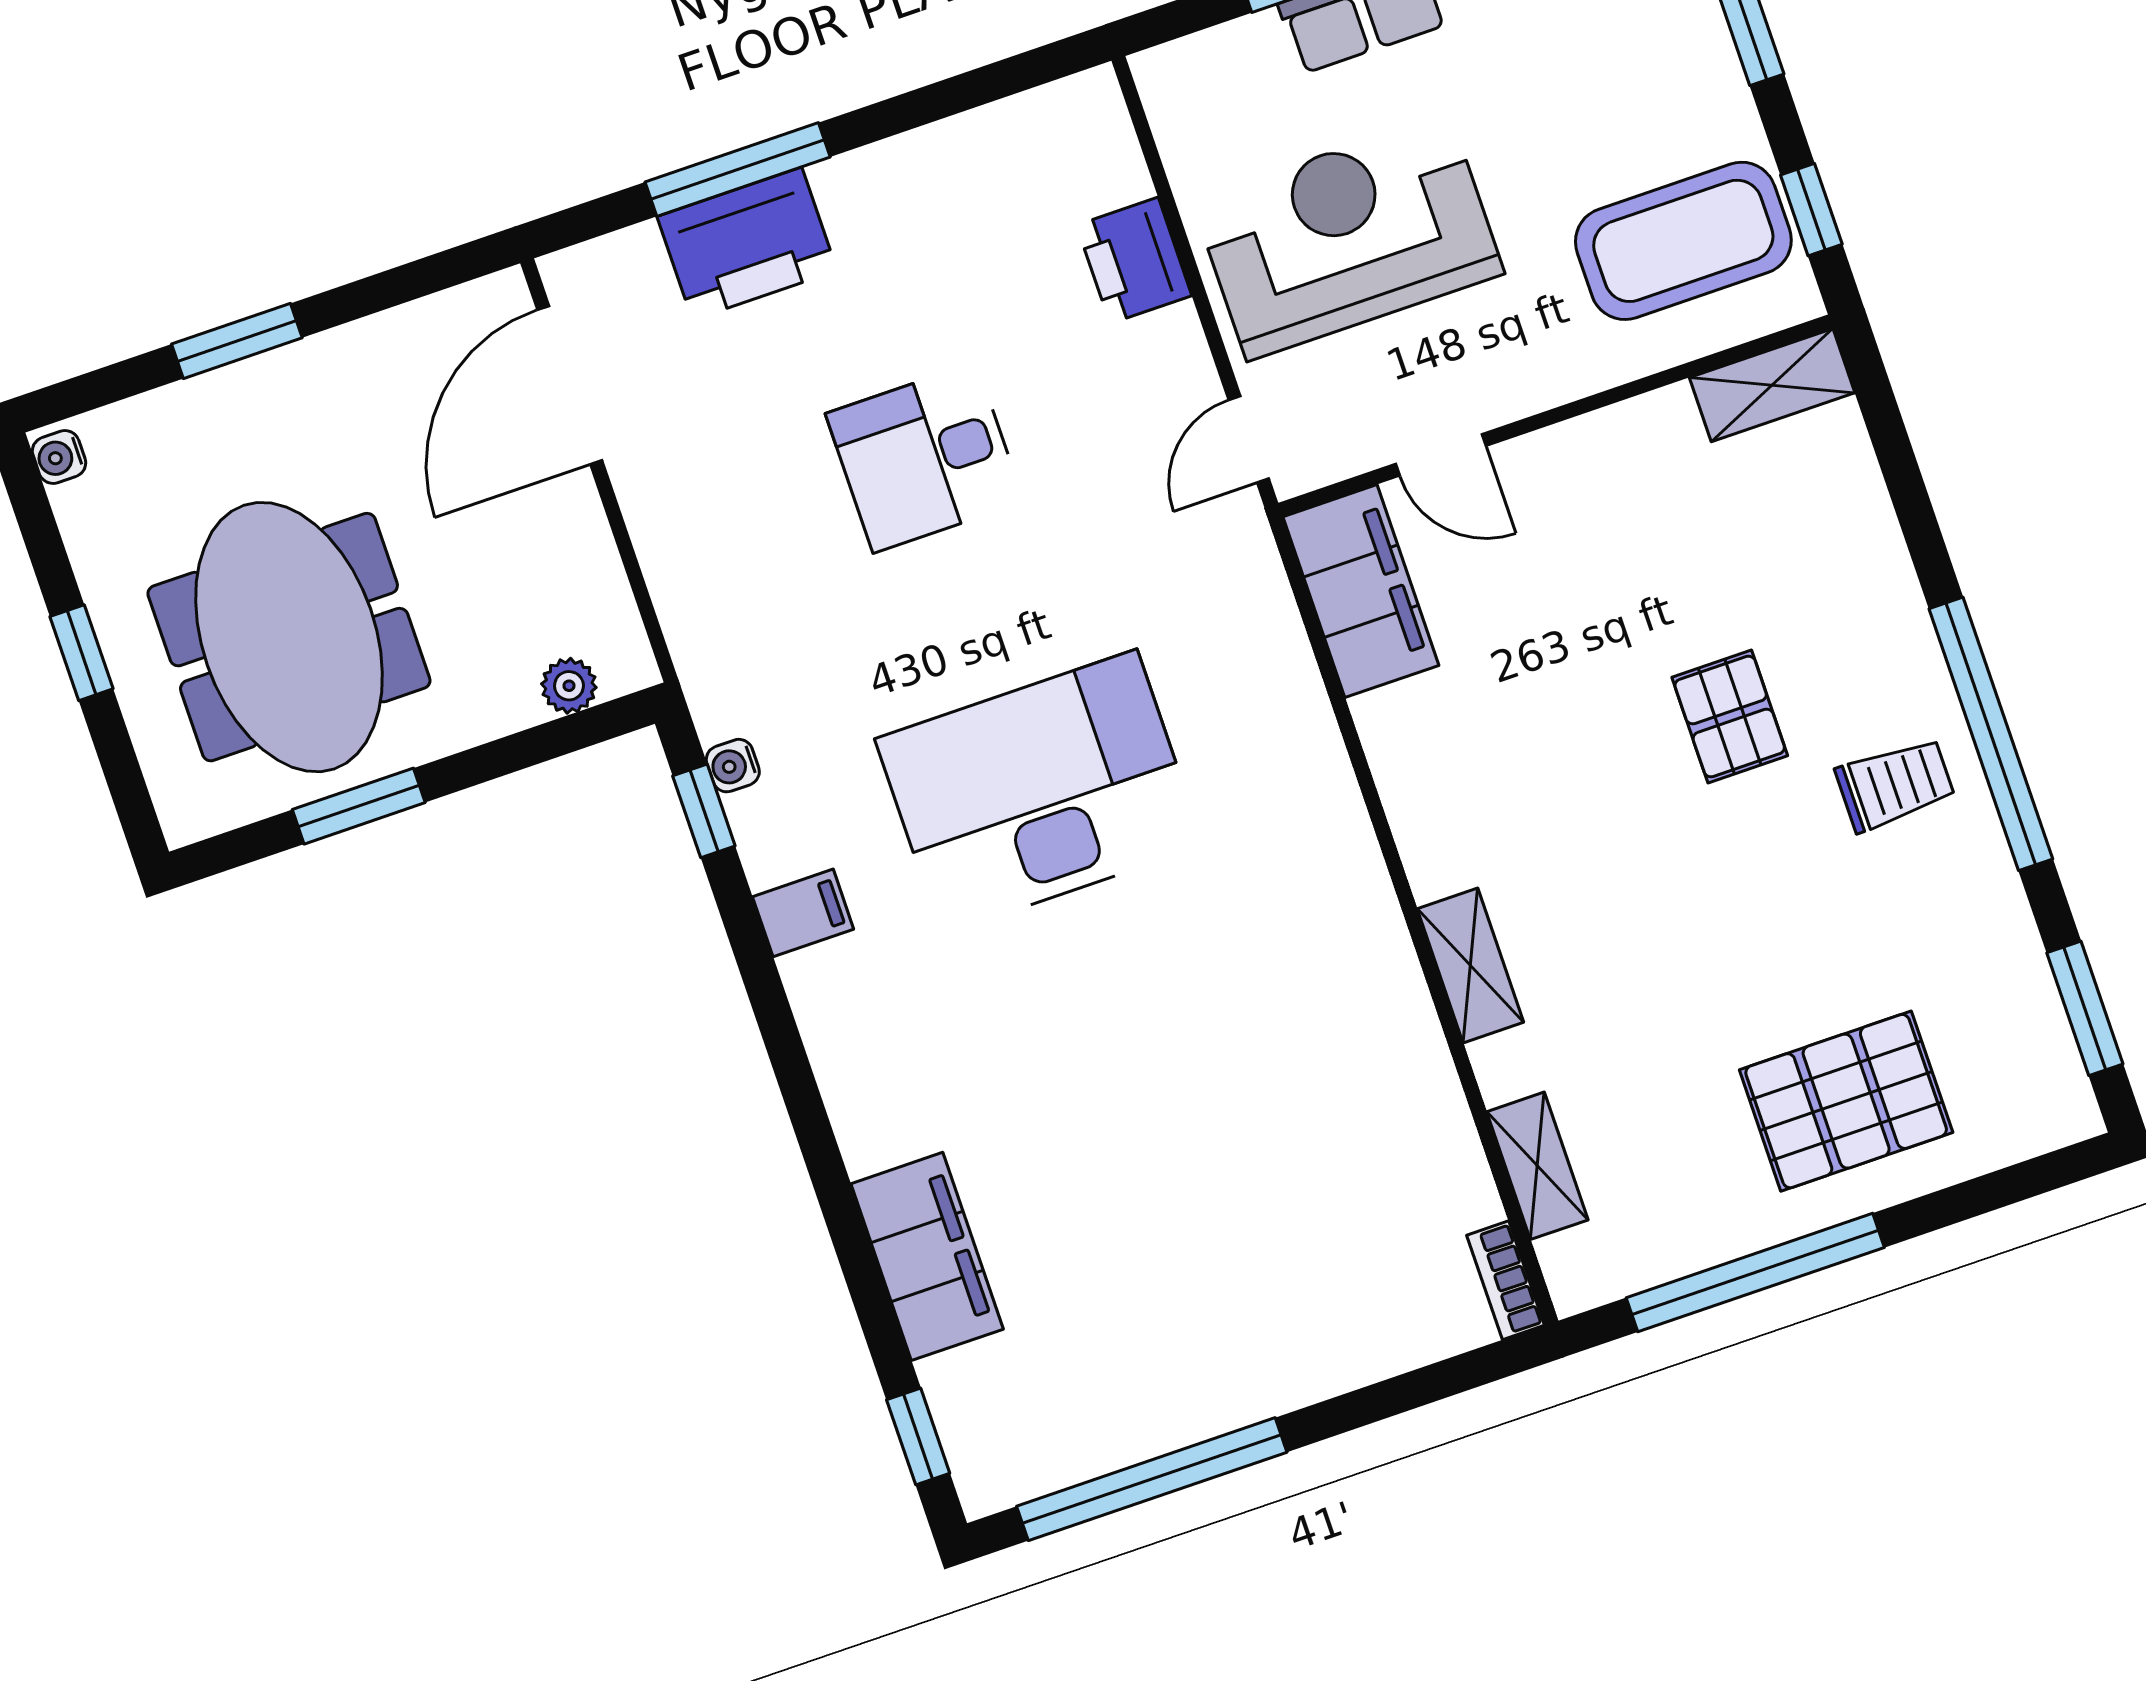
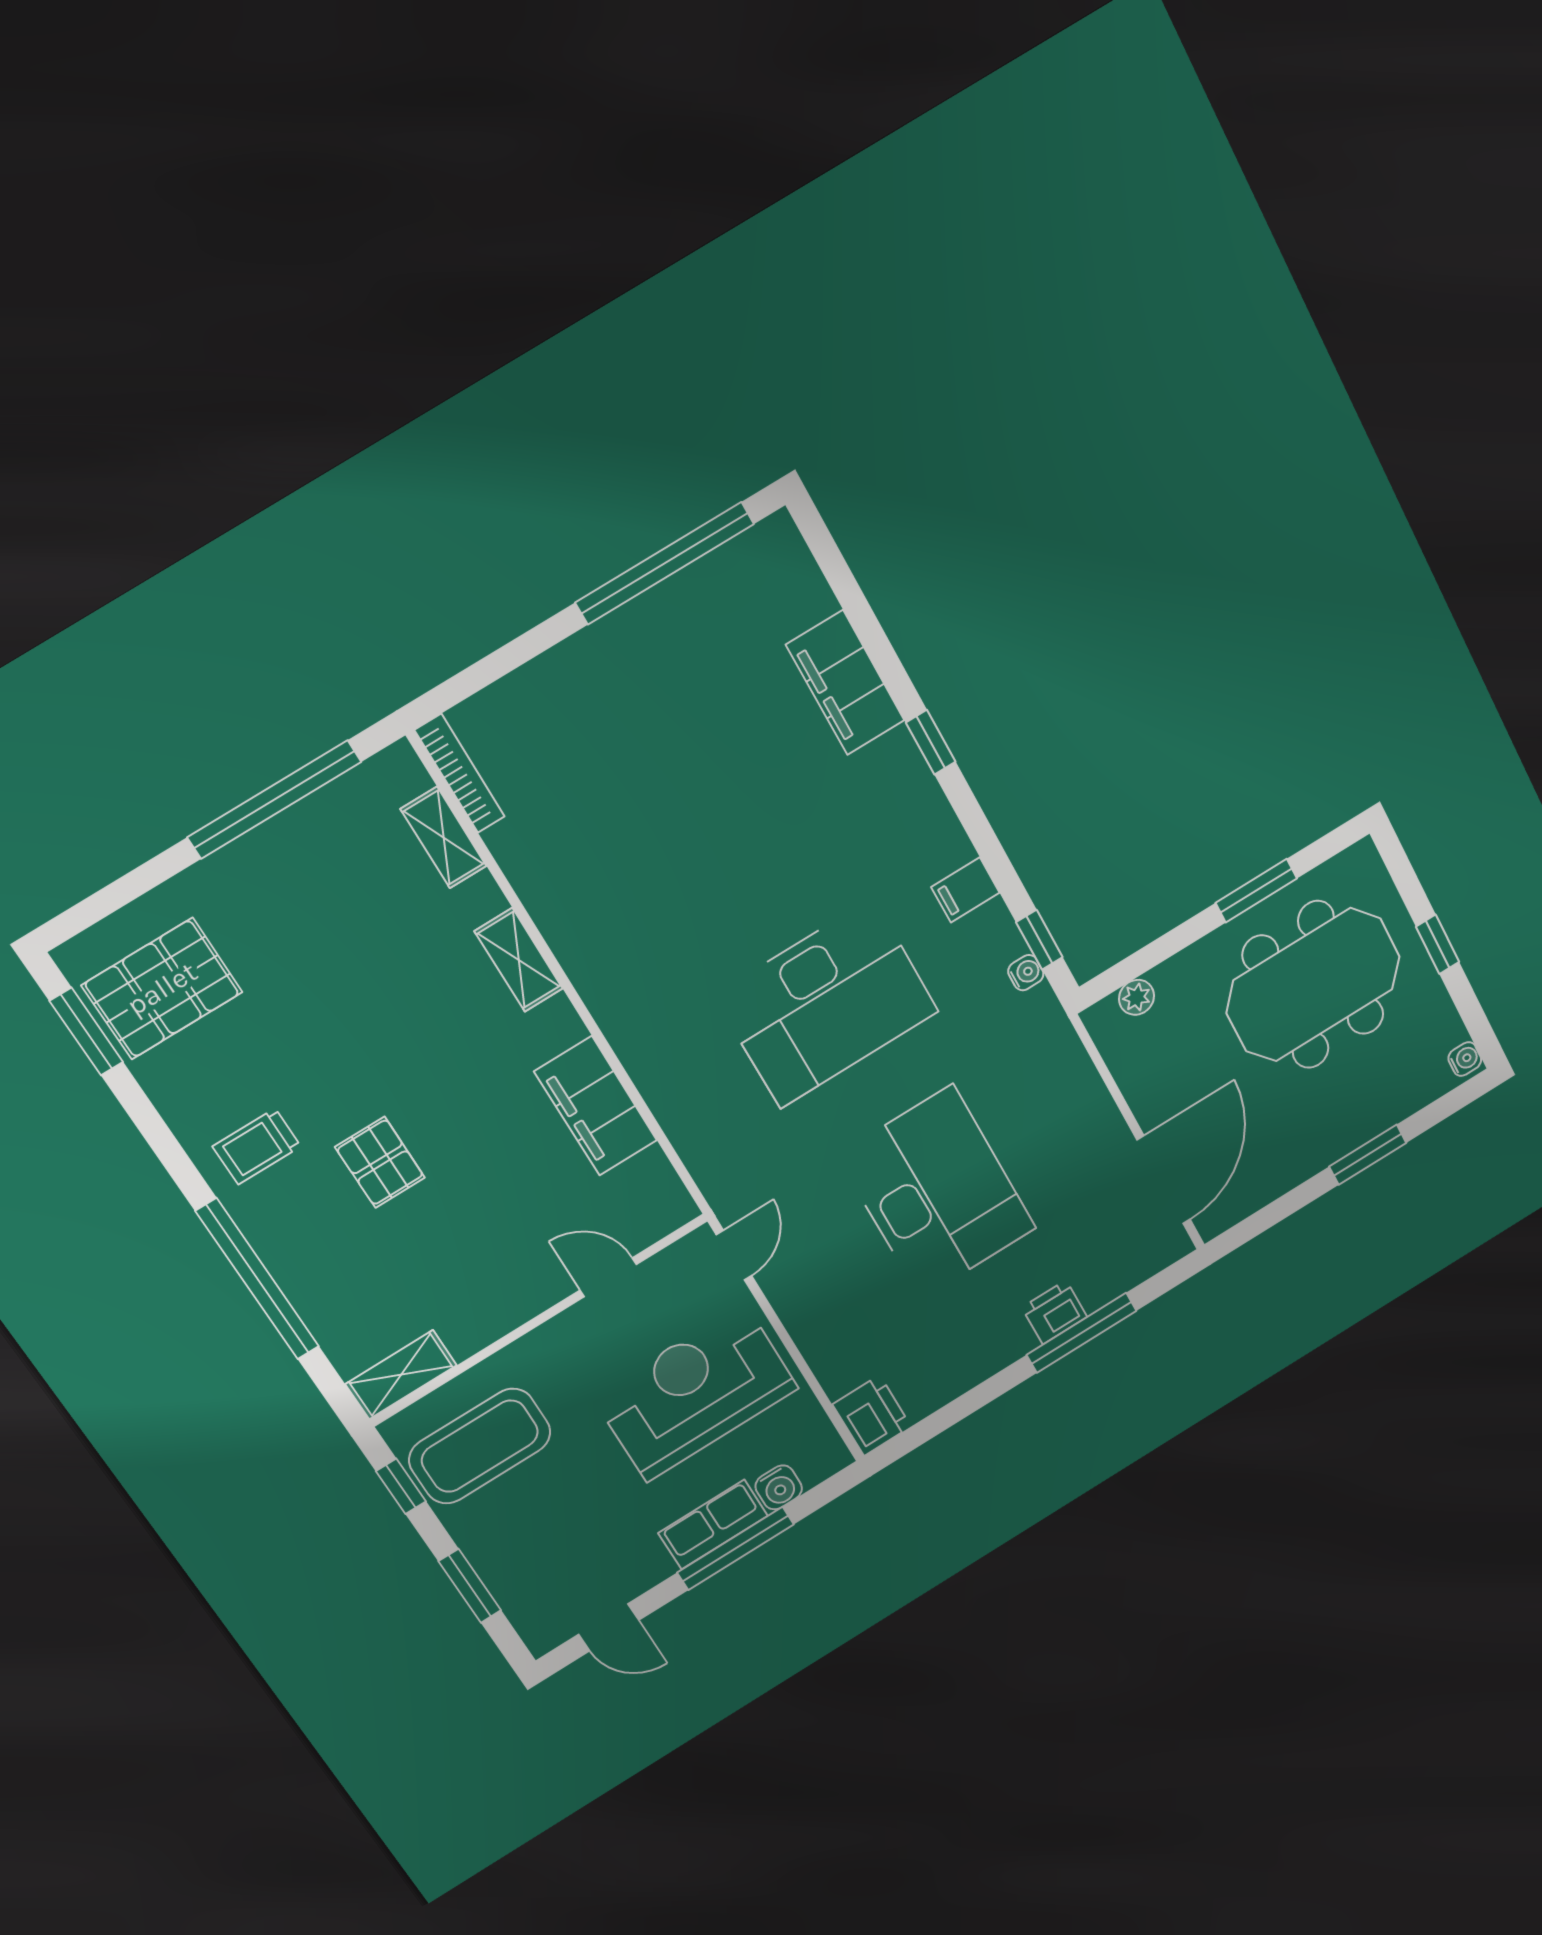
water cooler: (1252, 46) -> (779, 1487), added
reception desk: (1348, 237) -> (695, 1393), turned 180
printer: (747, 244) -> (1054, 1312), width x0.53, depth x0.68
printer: (1134, 260) -> (872, 1416), moved
desk: (925, 458) -> (937, 1192), width x1.87, depth x1.30
filing cabinet: (1361, 591) -> (596, 1106), moved
meeting table: (289, 637) -> (1313, 985), turned 90
window: (1991, 734) -> (258, 1279), moved
pallet: (1846, 1101) -> (162, 989), moved
bookcase: (1506, 1280) -> (460, 773), width x1.56
window: (918, 1437) -> (931, 742), moved

